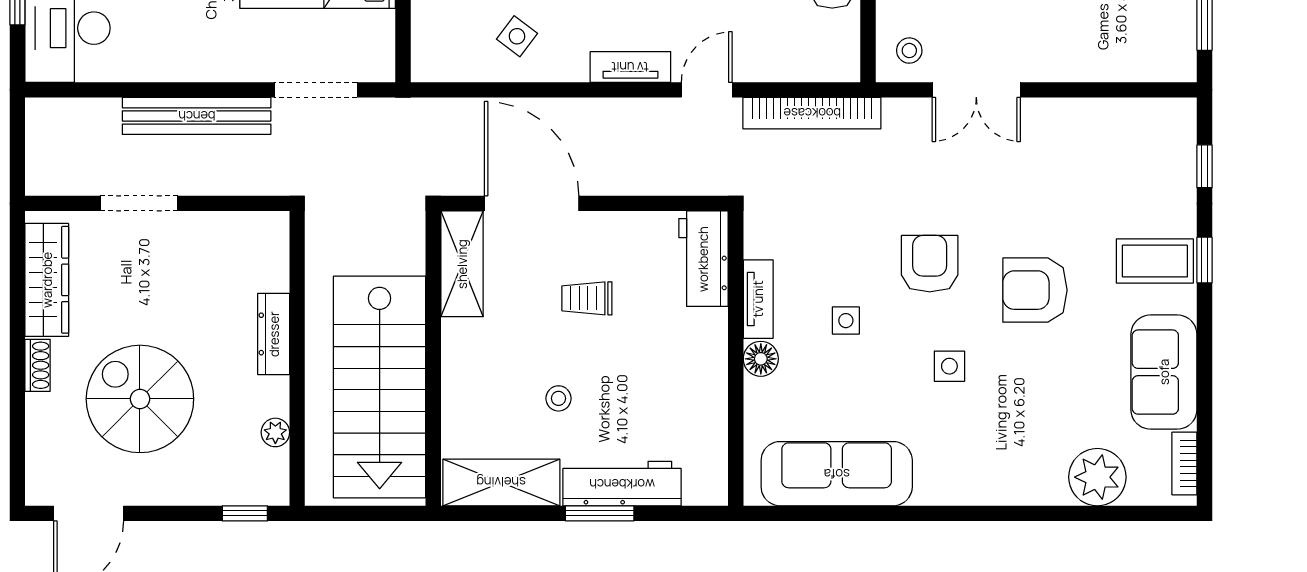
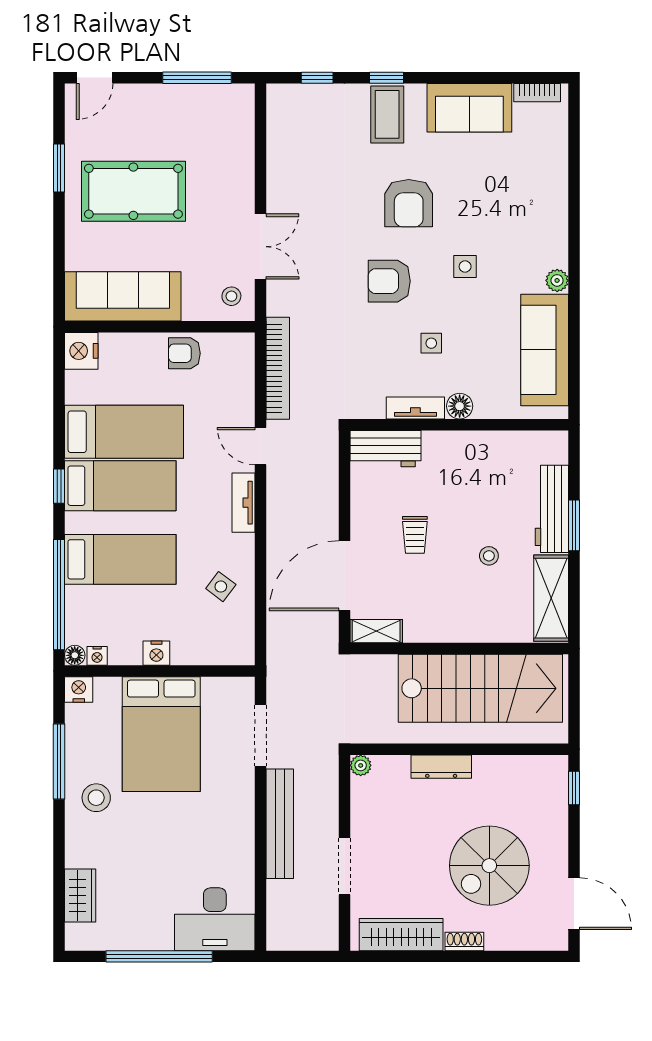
shelving: (462, 264) -> (376, 631), width x0.67, depth x0.75
plant: (275, 432) -> (361, 765), moved
plant: (1097, 477) -> (557, 280), moved, width x0.53, depth x0.53

